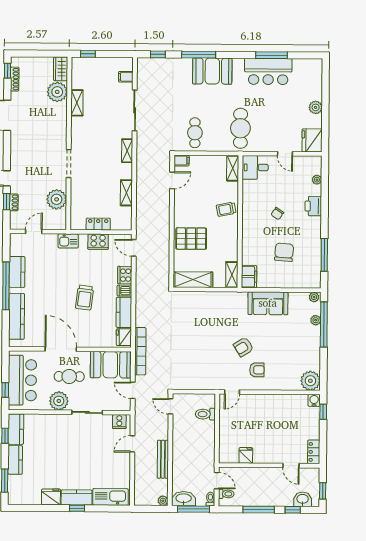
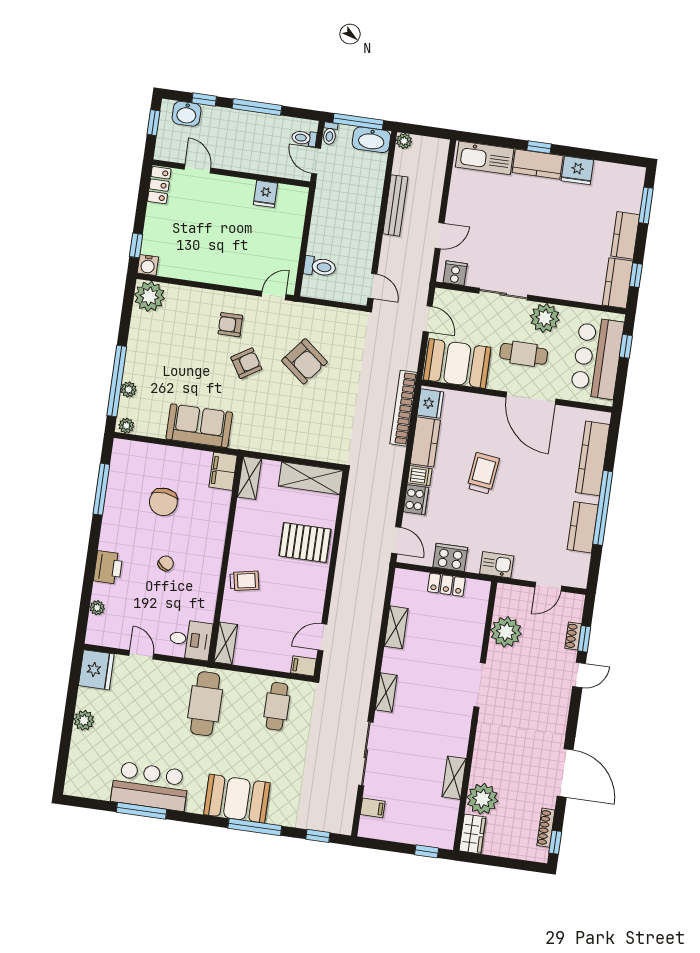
bookcase: (140, 351) -> (403, 408), moved
armchair: (207, 353) -> (304, 361), added

